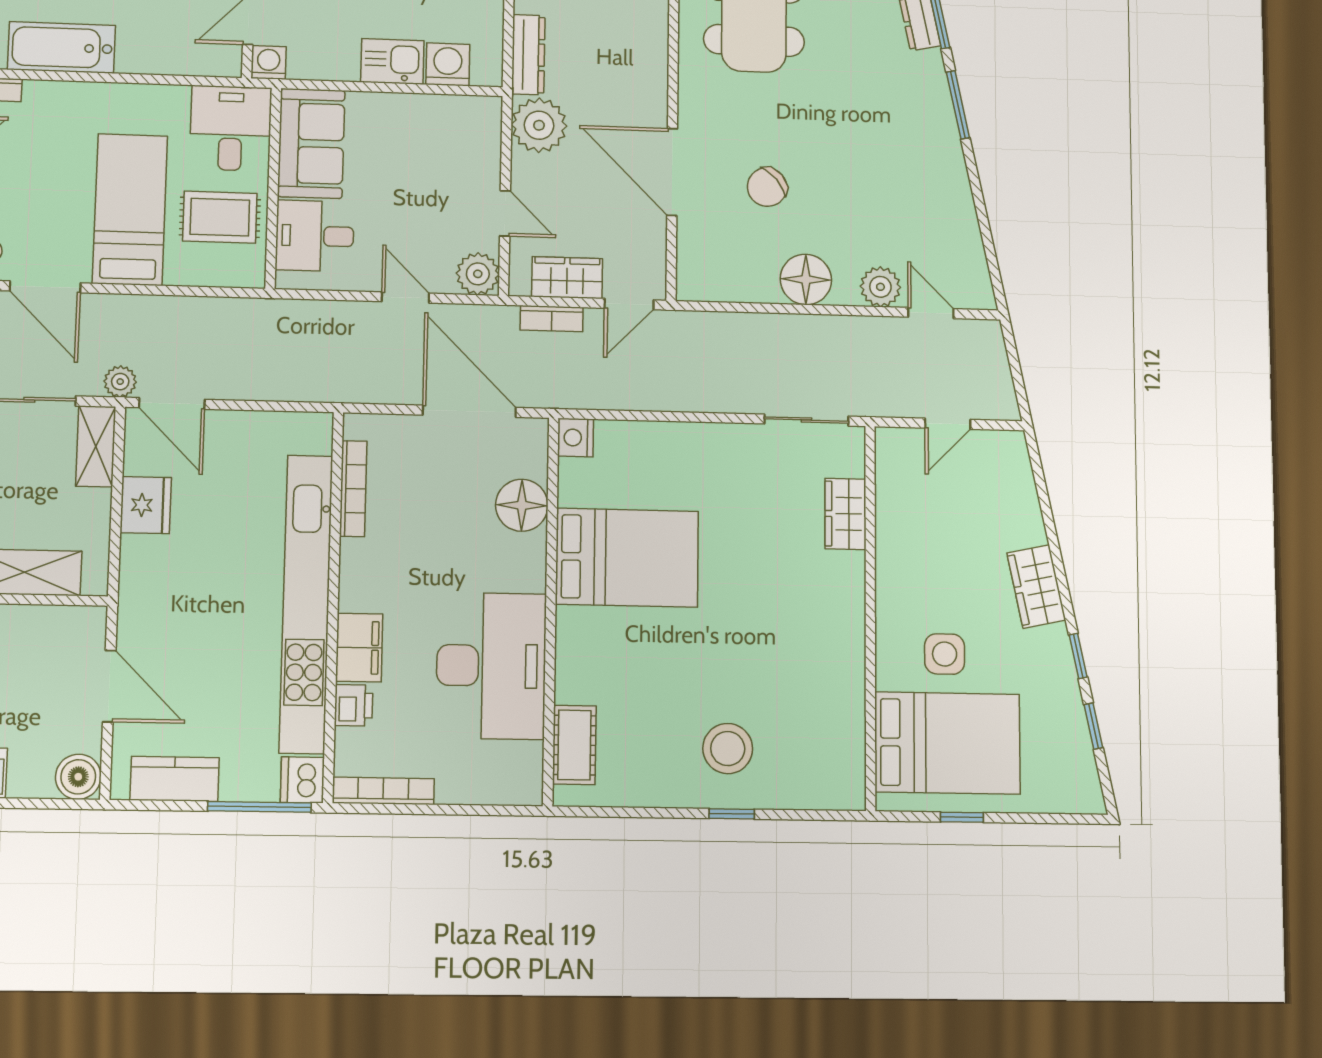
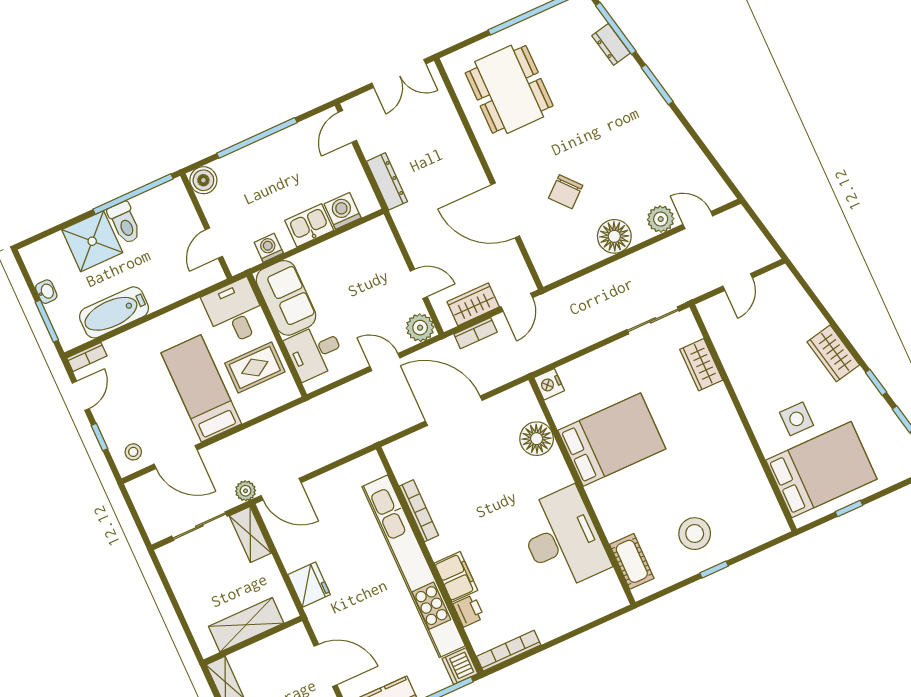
washing machine: (269, 62) -> (269, 248), moved
plant: (539, 125) -> (414, 221), removed
nightstand: (576, 438) -> (549, 384), moved
bookcase: (353, 489) -> (419, 511), moved
fridge: (146, 505) -> (309, 585), moved
floor lamp: (522, 505) -> (537, 439), moved
bed: (627, 558) -> (612, 440), moved
wall: (551, 610) -> (582, 491), moved
desk: (491, 666) -> (563, 539), moved
cot: (574, 745) -> (632, 561), moved

